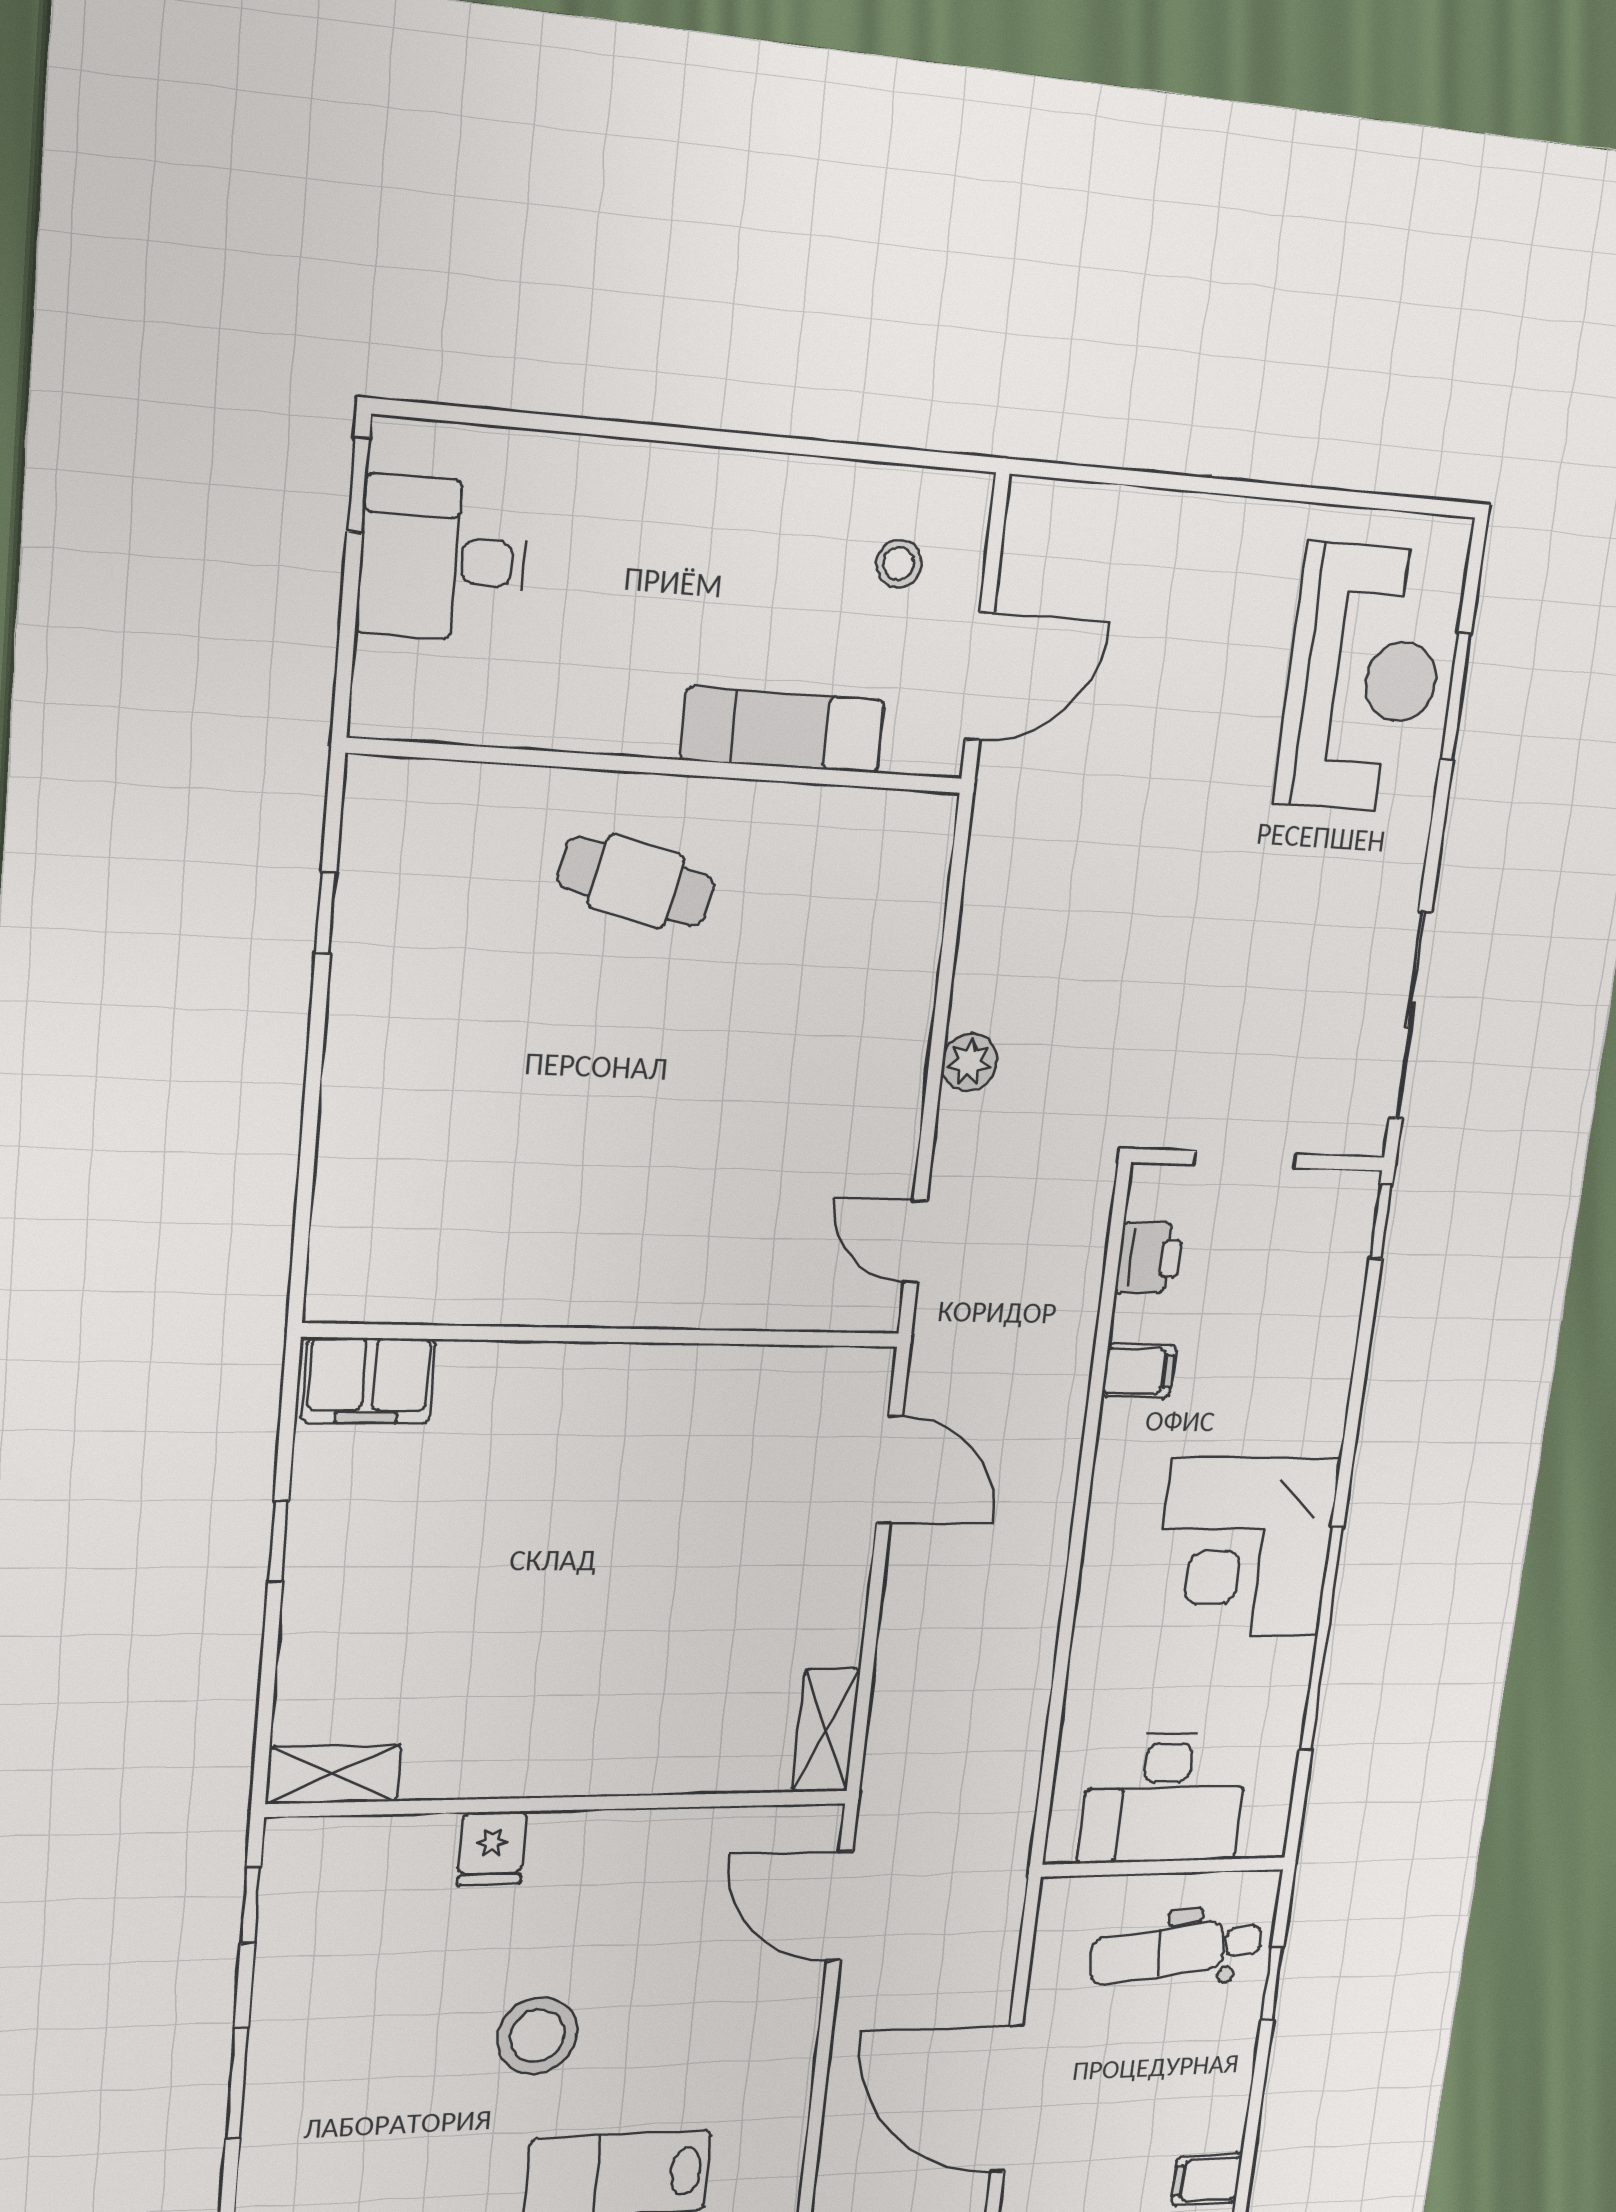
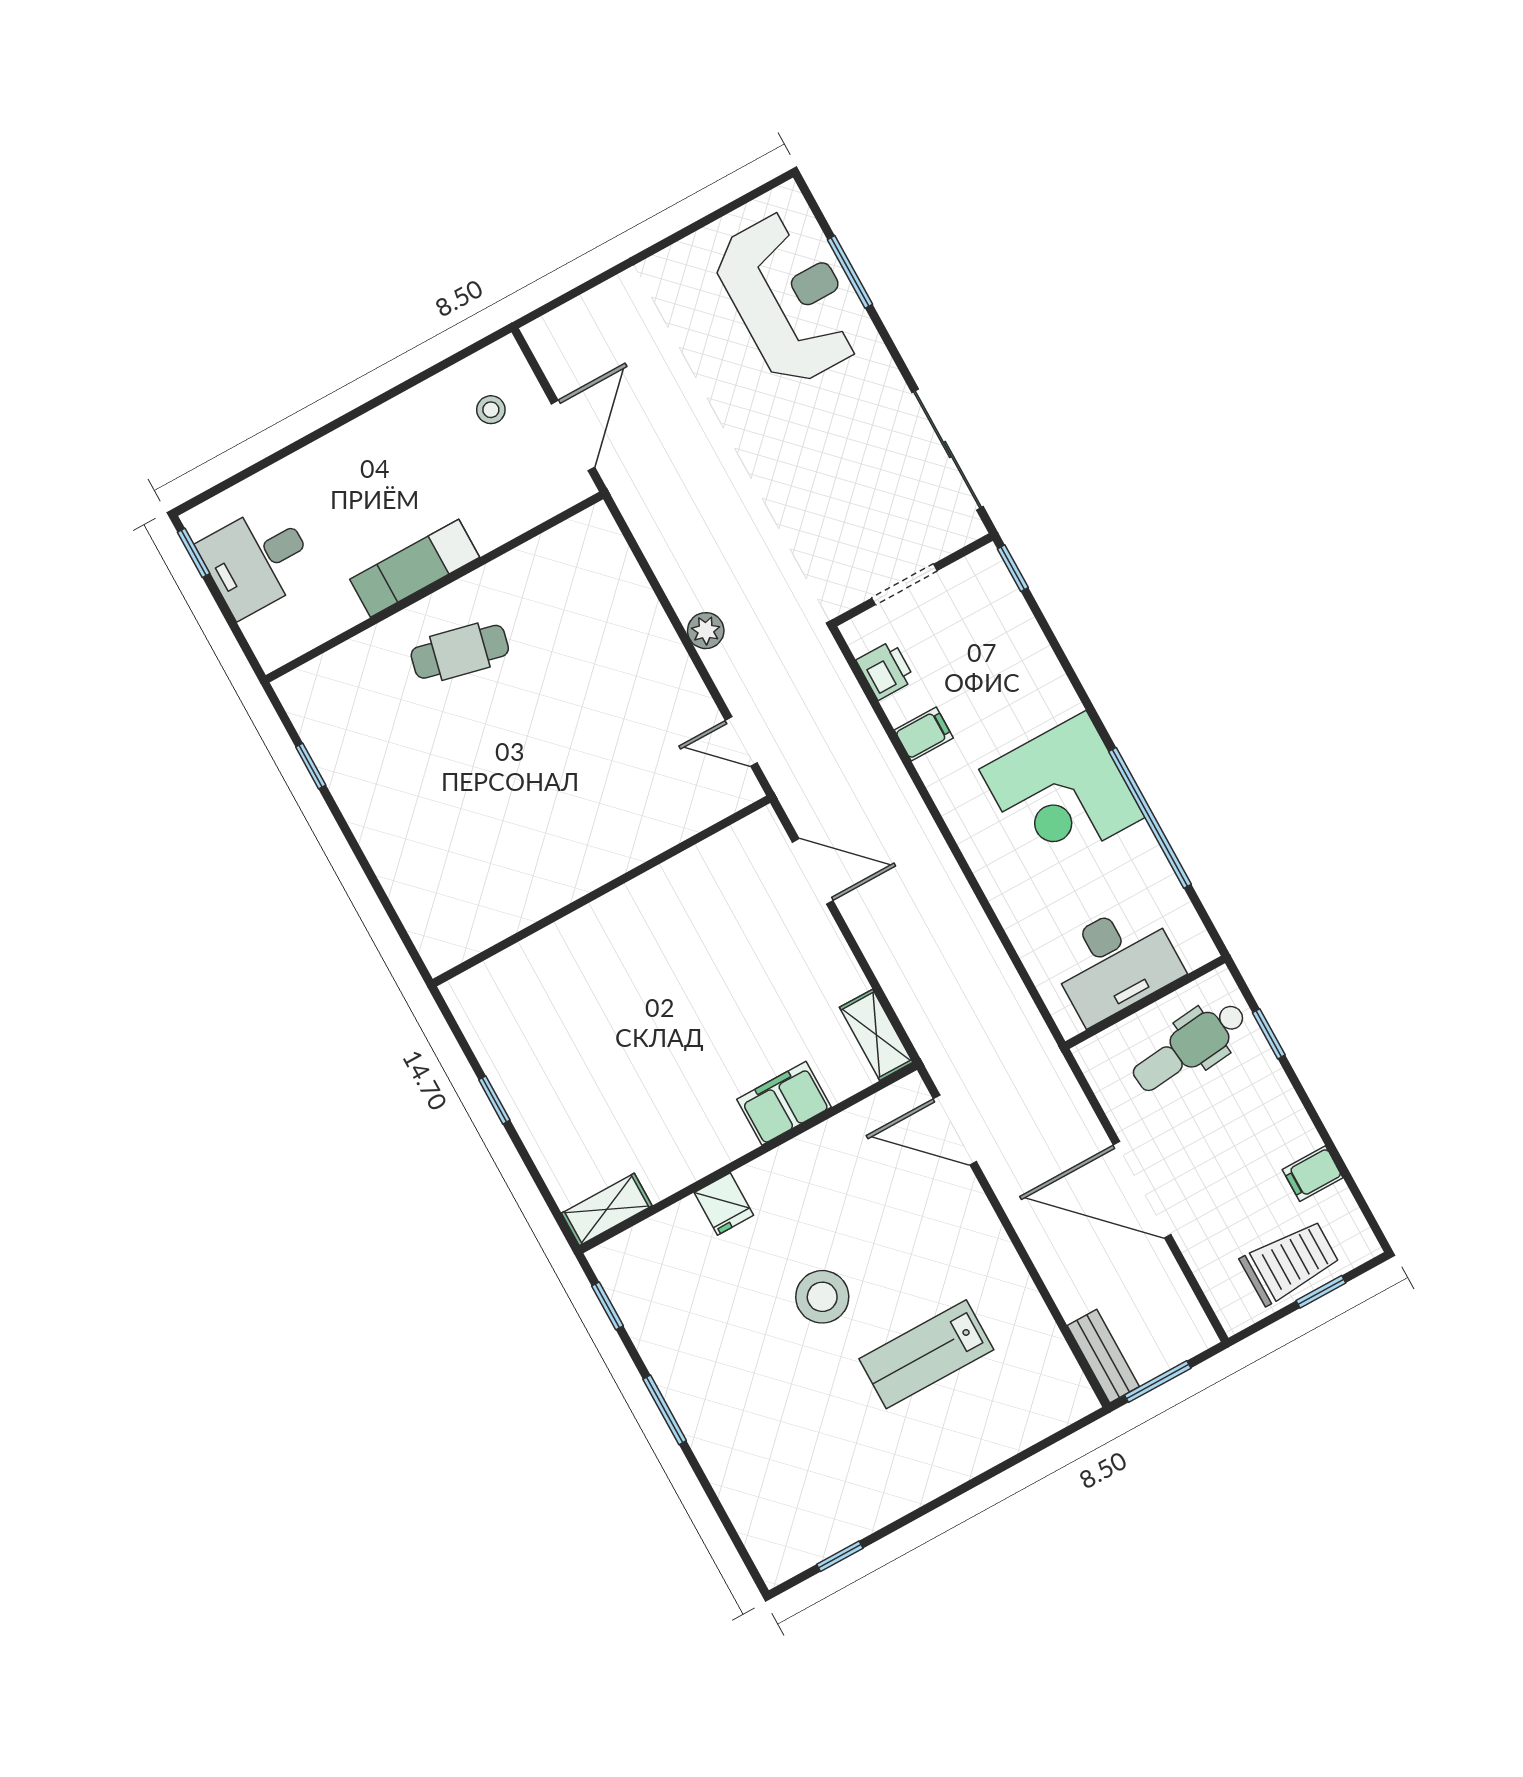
exam couch: (783, 730) -> (415, 568), moved
filing cabinet: (369, 1380) -> (784, 1103), moved, turned 180

